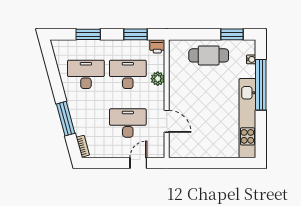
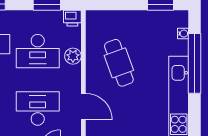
cafe table: (209, 55) -> (119, 63), moved, turned 70
desk: (128, 74) -> (38, 51), turned 180

